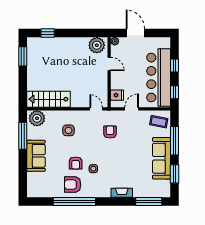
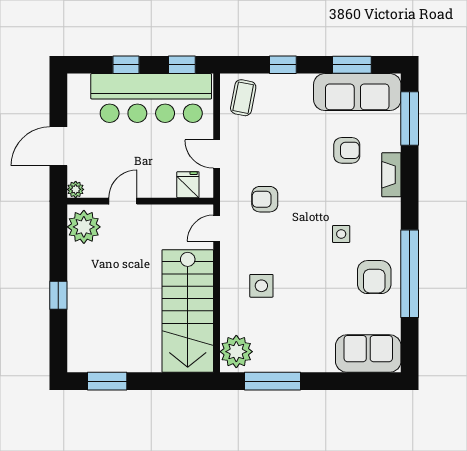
window: (48, 33) -> (58, 295), moved
stairs: (49, 99) -> (188, 311), width x1.36, depth x1.51
window: (175, 141) -> (283, 65), width x0.46
sofa: (36, 156) -> (368, 353), moved
sofa: (161, 158) -> (357, 92), moved
armchair: (76, 163) -> (347, 150), moved

